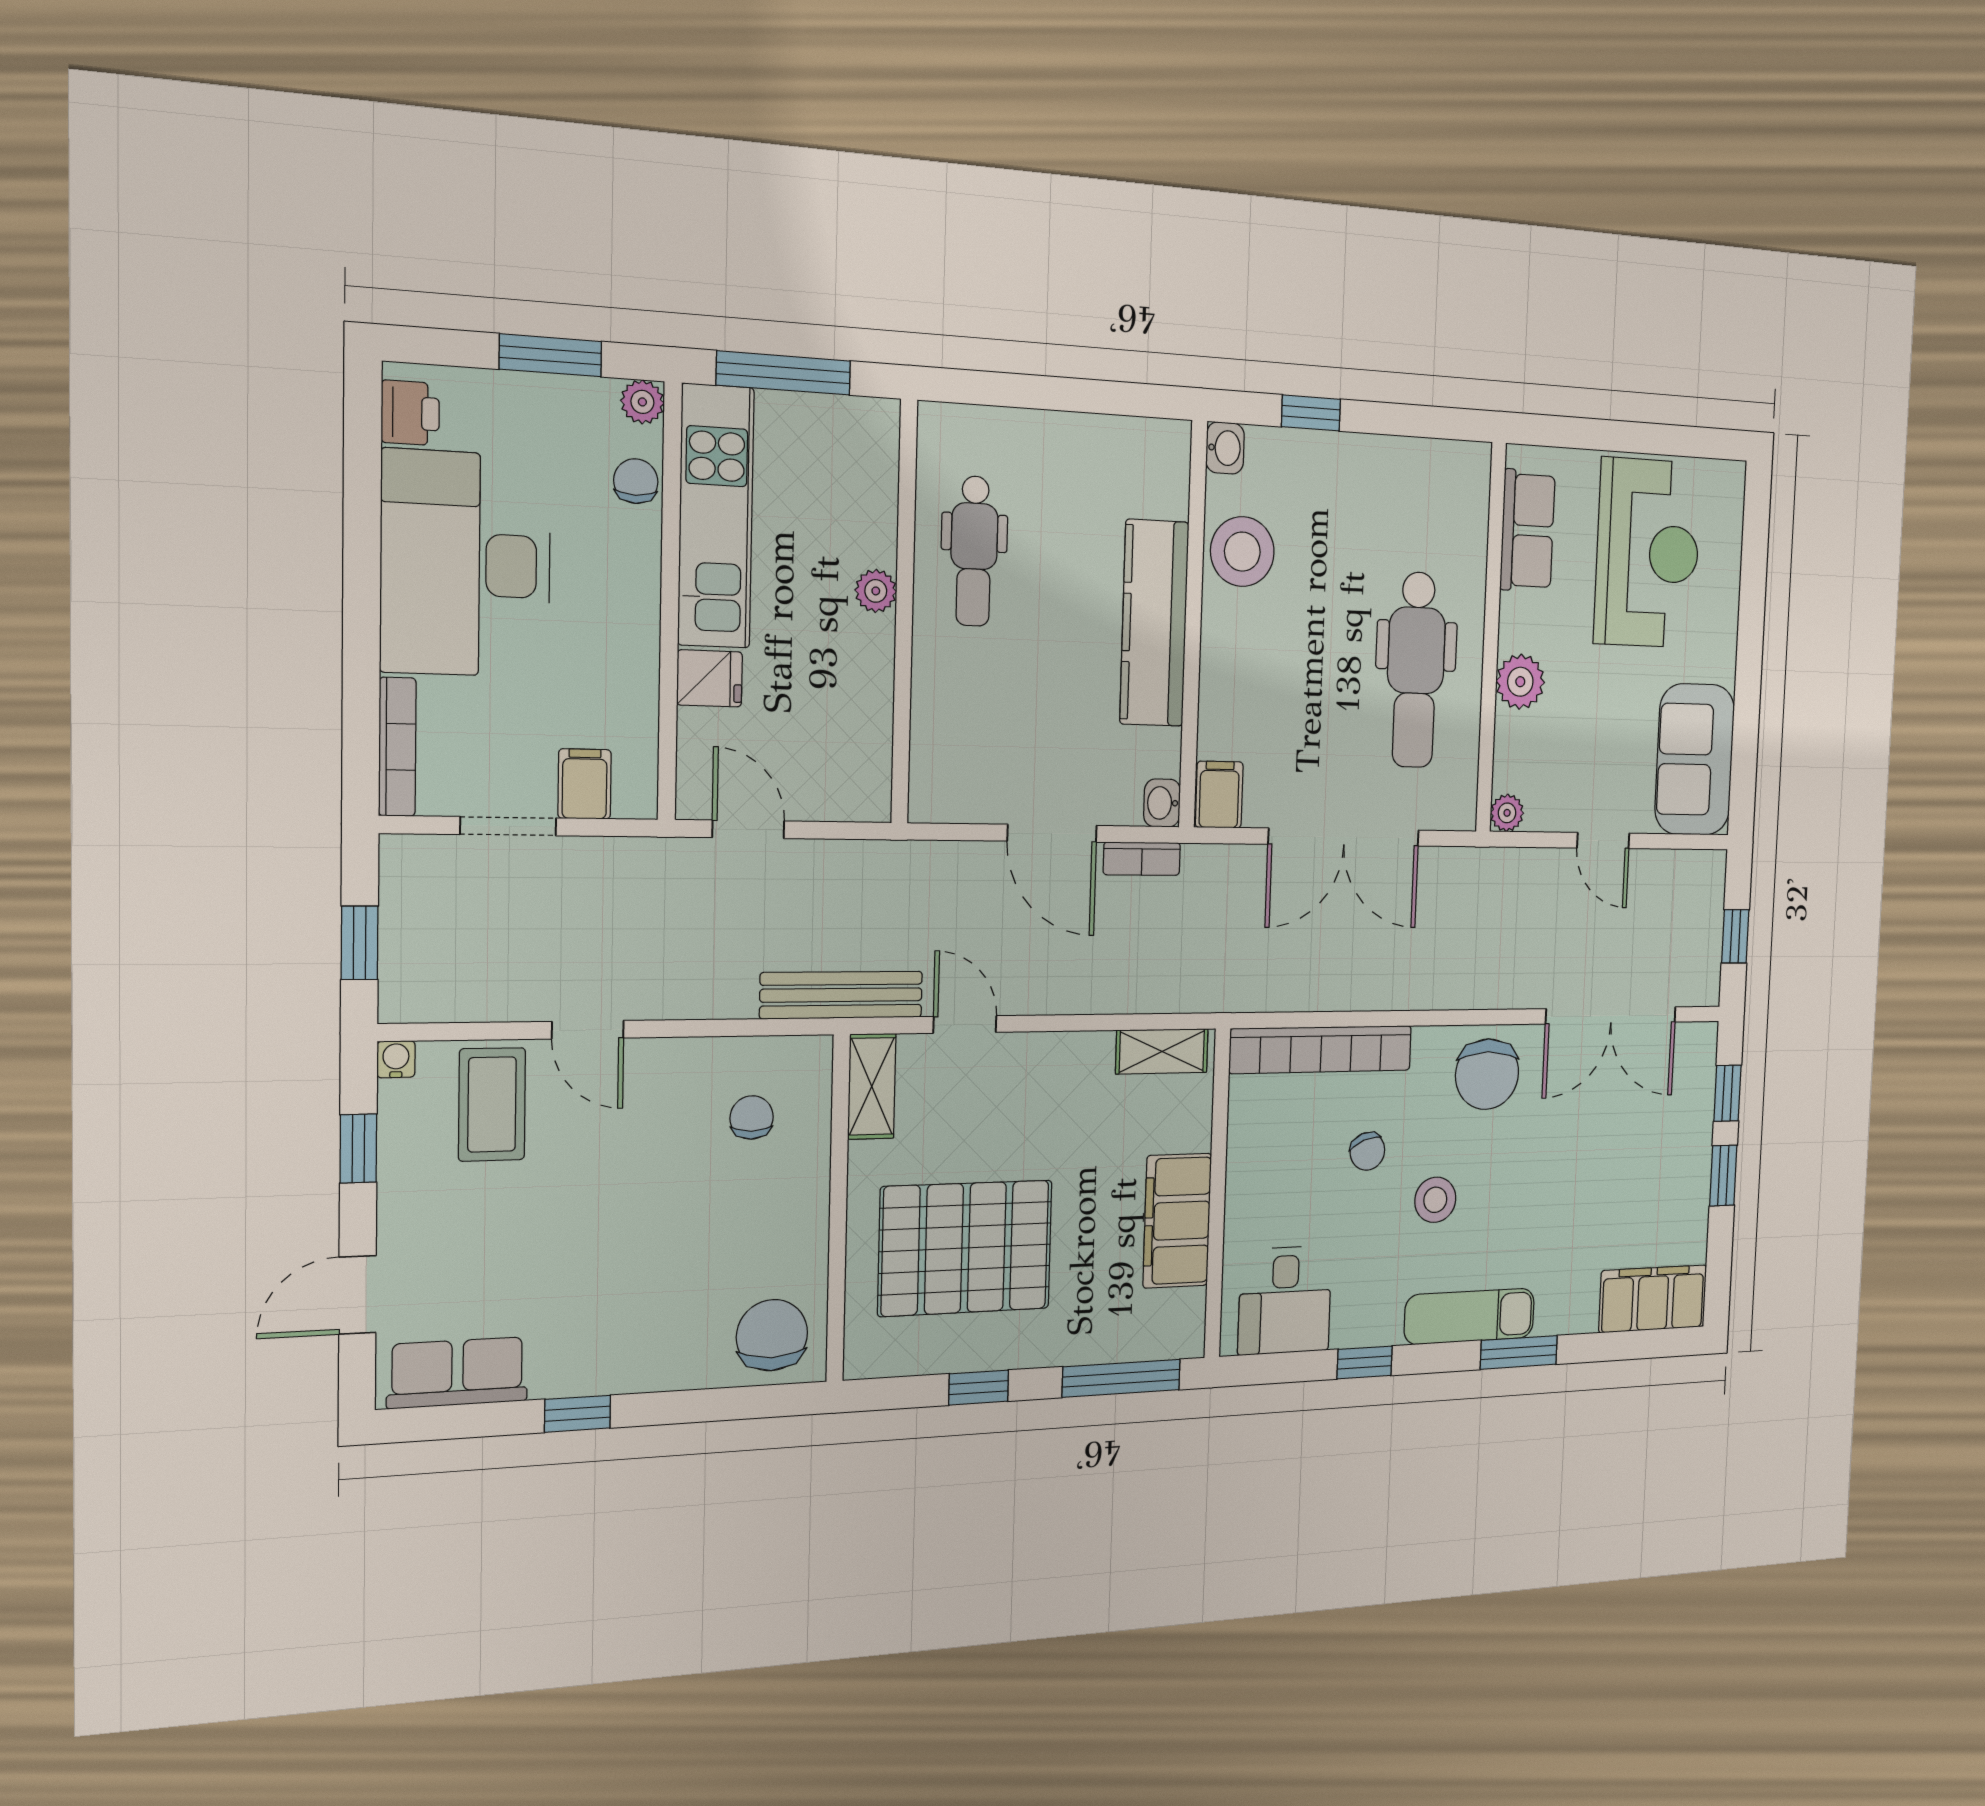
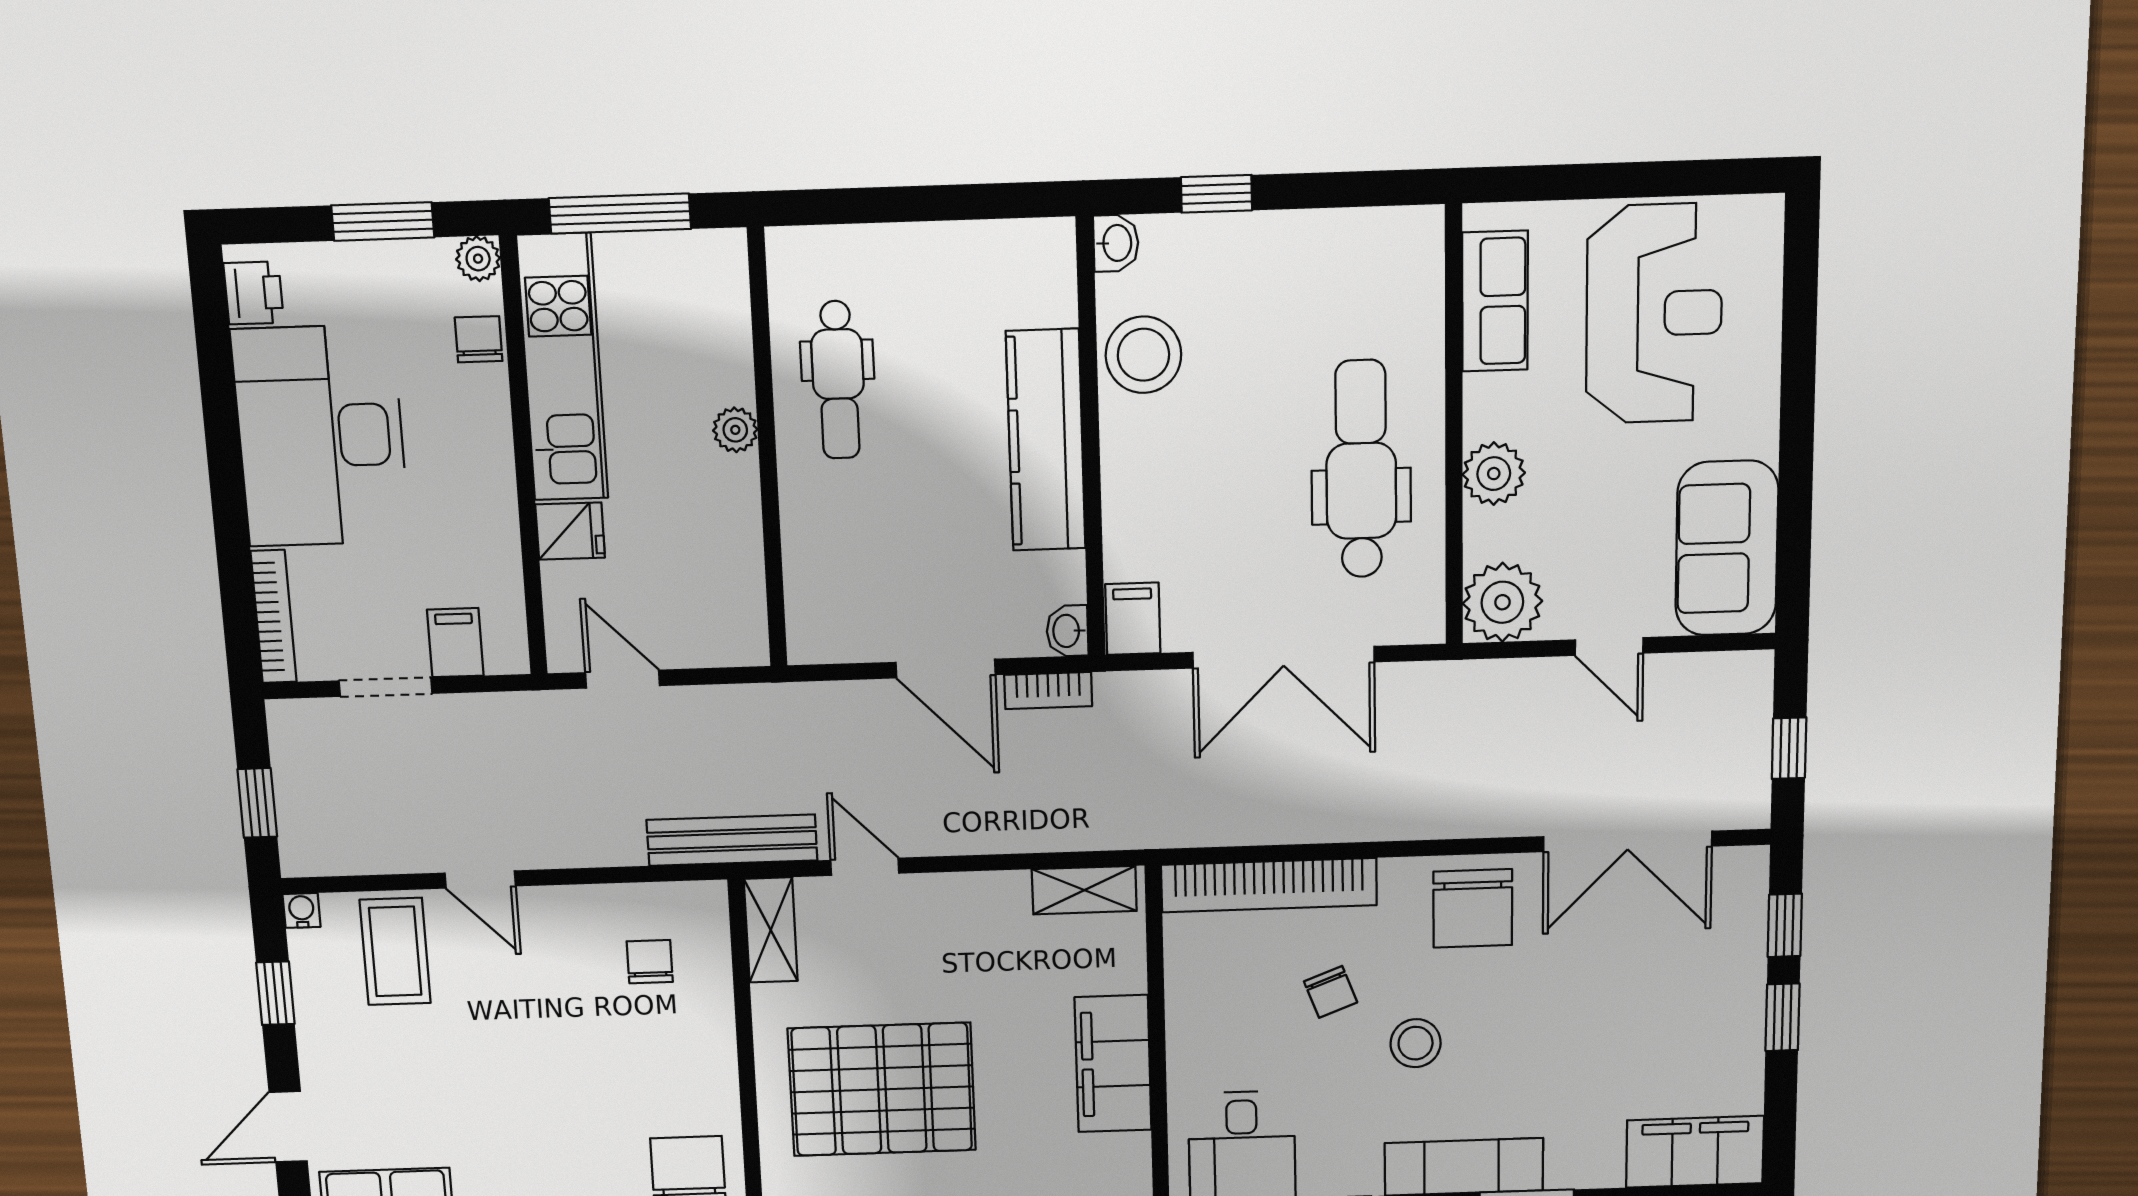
dental chair: (1416, 670) -> (1361, 469), turned 180
plant: (1507, 813) -> (1502, 602), width x1.88, depth x1.88

